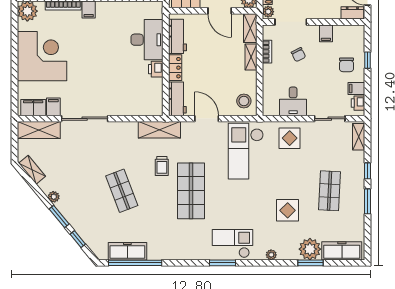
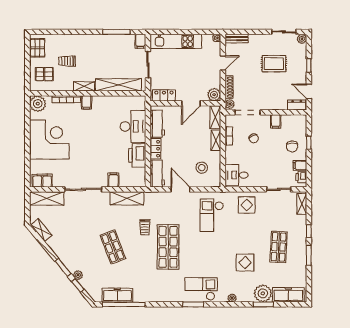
door: (220, 11) -> (191, 103), hinge flipped
printer: (156, 69) -> (137, 155), width x1.87, depth x1.48
stool: (244, 101) -> (202, 168), moved
desk: (293, 101) -> (237, 175), moved, turned 90
filing cabinet: (53, 107) -> (113, 180), moved
shelving: (159, 130) -> (127, 198), moved
checkout: (246, 151) -> (212, 215), width x0.73, depth x0.83
plant: (54, 197) -> (78, 275), moved

